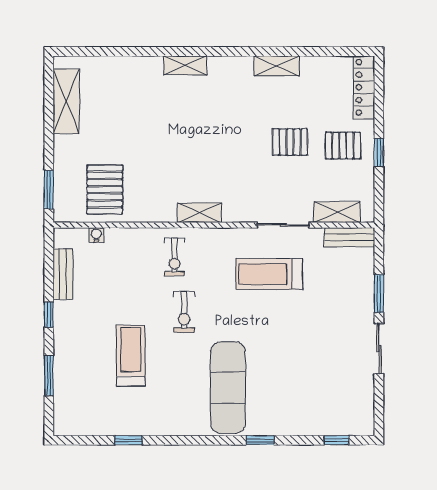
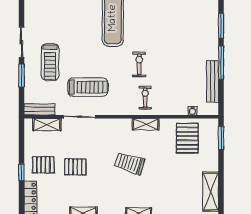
trolley: (200, 148) -> (130, 163), added
window: (379, 152) -> (22, 172), moved
shelving: (199, 213) -> (146, 124), moved
bench: (63, 274) -> (213, 81), width x1.36
window: (49, 315) -> (221, 63), width x2.17
treadmill: (131, 356) -> (50, 62), moved

